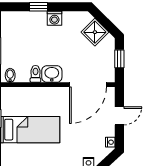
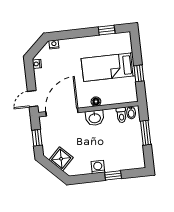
toilet: (35, 74) -> (121, 115), moved
floor lamp: (48, 92) -> (96, 102), added
door: (119, 116) -> (33, 99), moved

